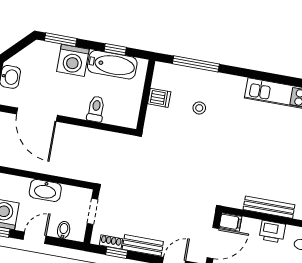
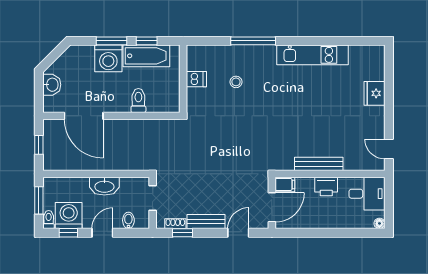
window: (61, 40) -> (111, 41), moved
window: (196, 64) -> (253, 41), moved

